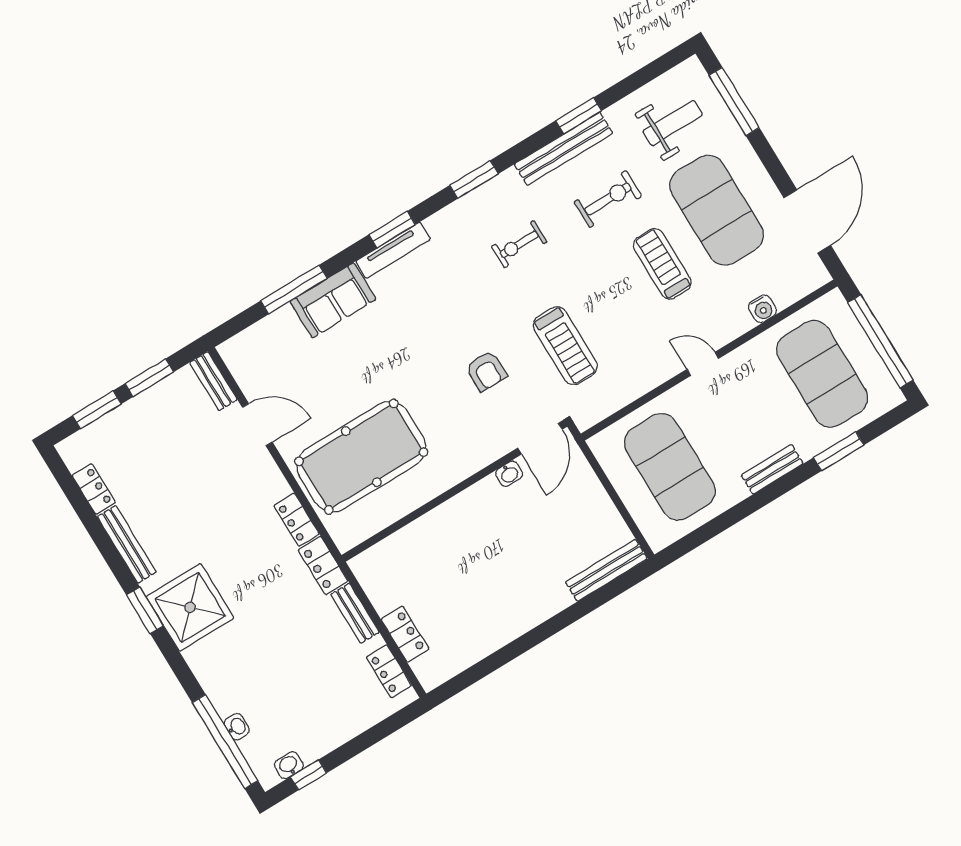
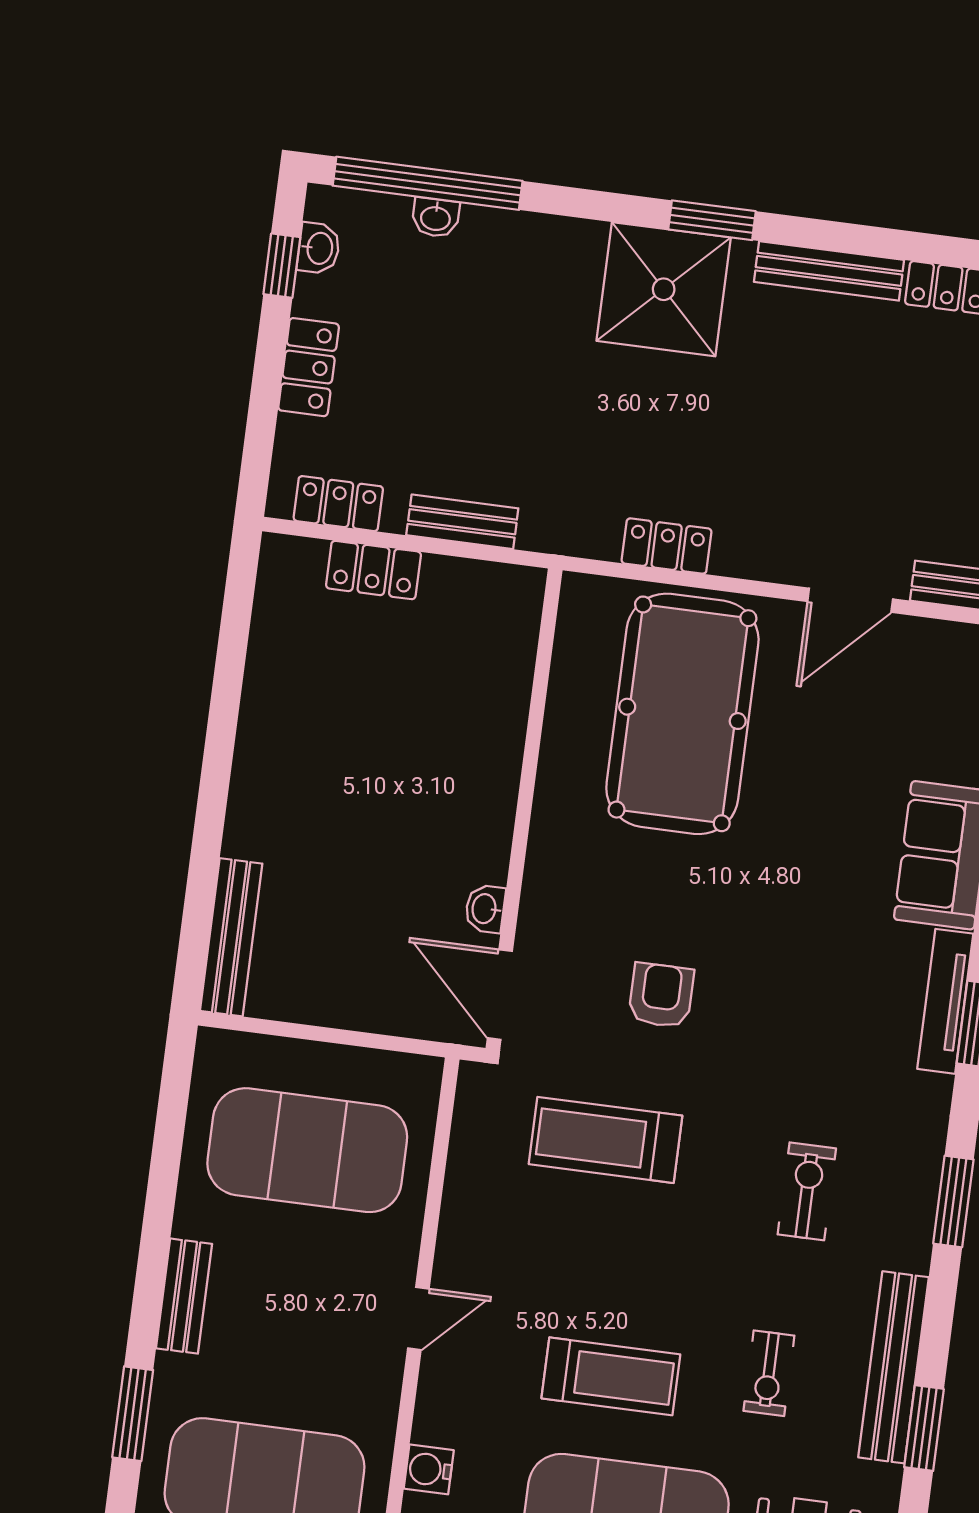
exercise bike: (608, 199) -> (769, 1373), width x0.73, depth x0.72
armchair: (486, 371) -> (661, 995), turned 90
locker: (323, 565) -> (309, 367), moved, turned 90

